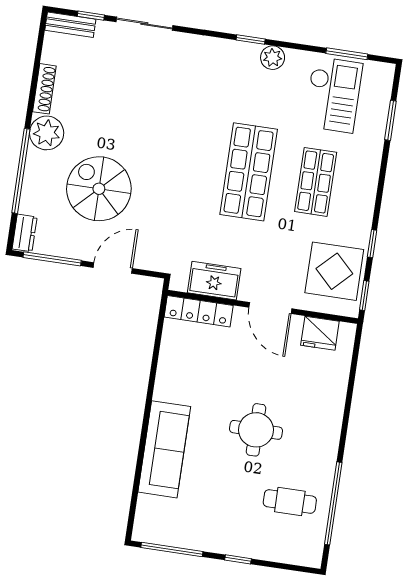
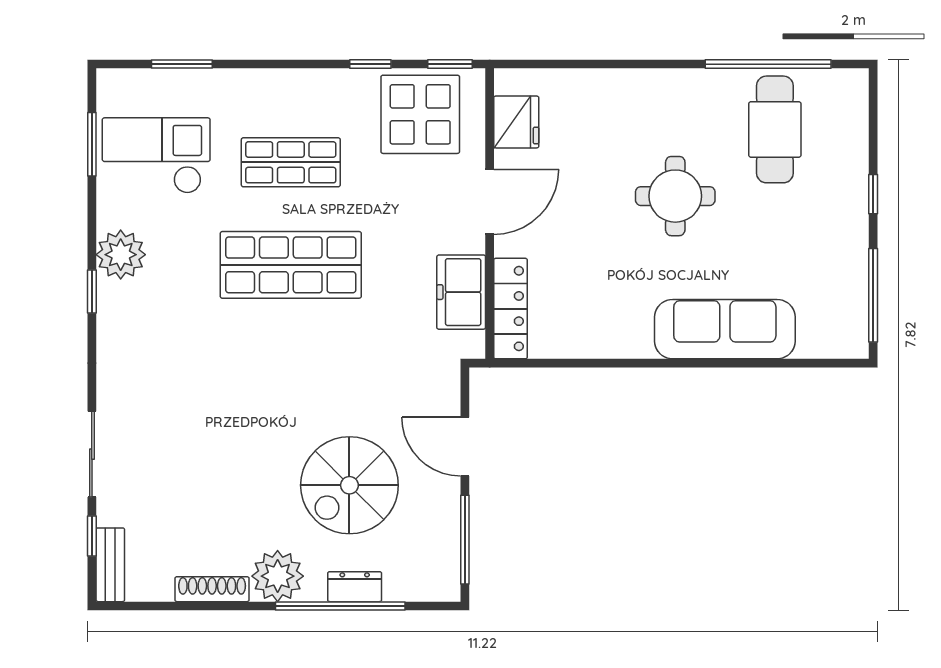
plant: (273, 58) -> (121, 255), width x1.36, depth x1.36
dresser: (25, 233) -> (355, 587), moved
cafe table: (290, 501) -> (775, 129), width x1.37, depth x1.35

